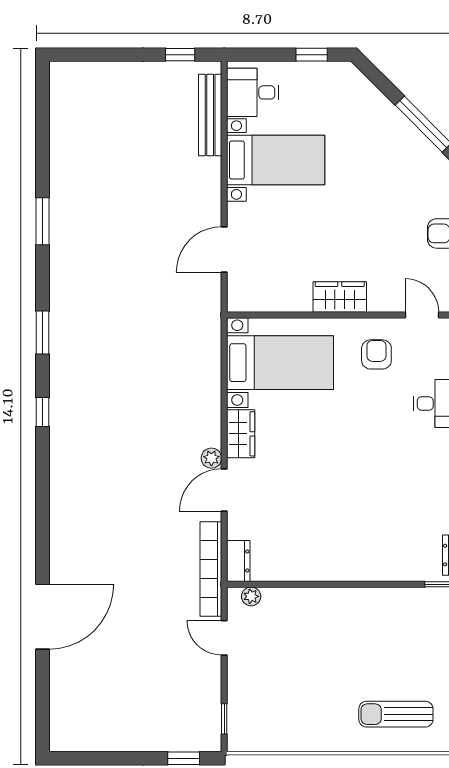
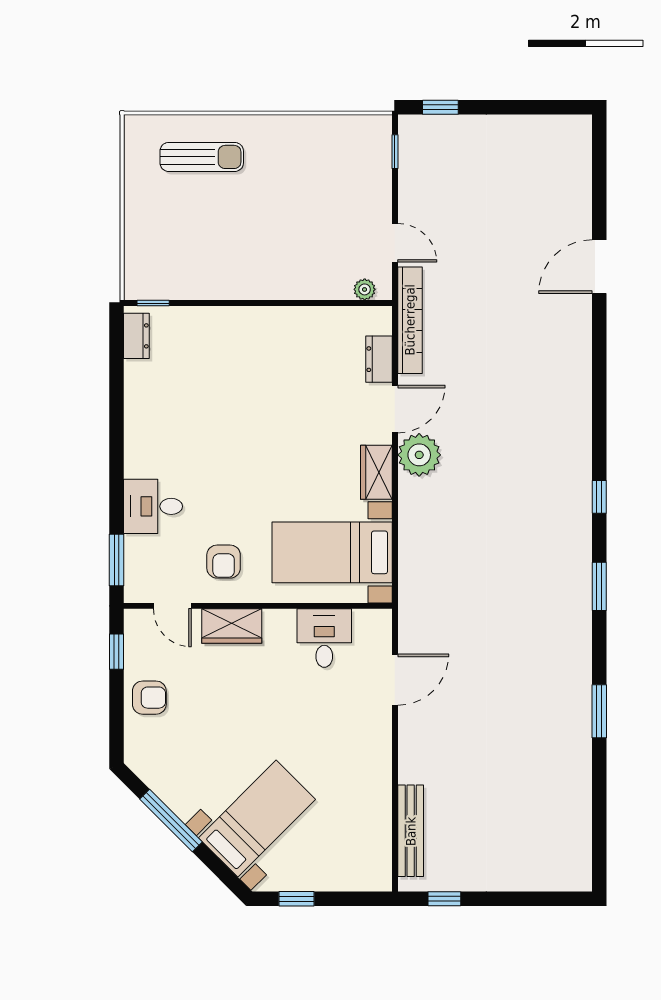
desk: (253, 92) -> (324, 638), moved, turned -90
bed with nightstands: (276, 160) -> (257, 819), moved, turned 135
wardrobe: (340, 297) -> (232, 626), moved
plant: (211, 458) -> (419, 455), width x1.87, depth x1.87
dresser: (238, 561) -> (379, 359), moved
door: (42, 617) -> (599, 267), width x0.73

